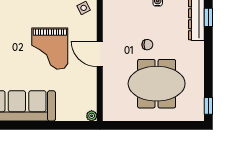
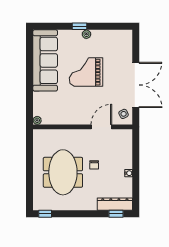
grand piano: (50, 49) -> (86, 72), moved
door: (100, 54) -> (101, 127), moved

